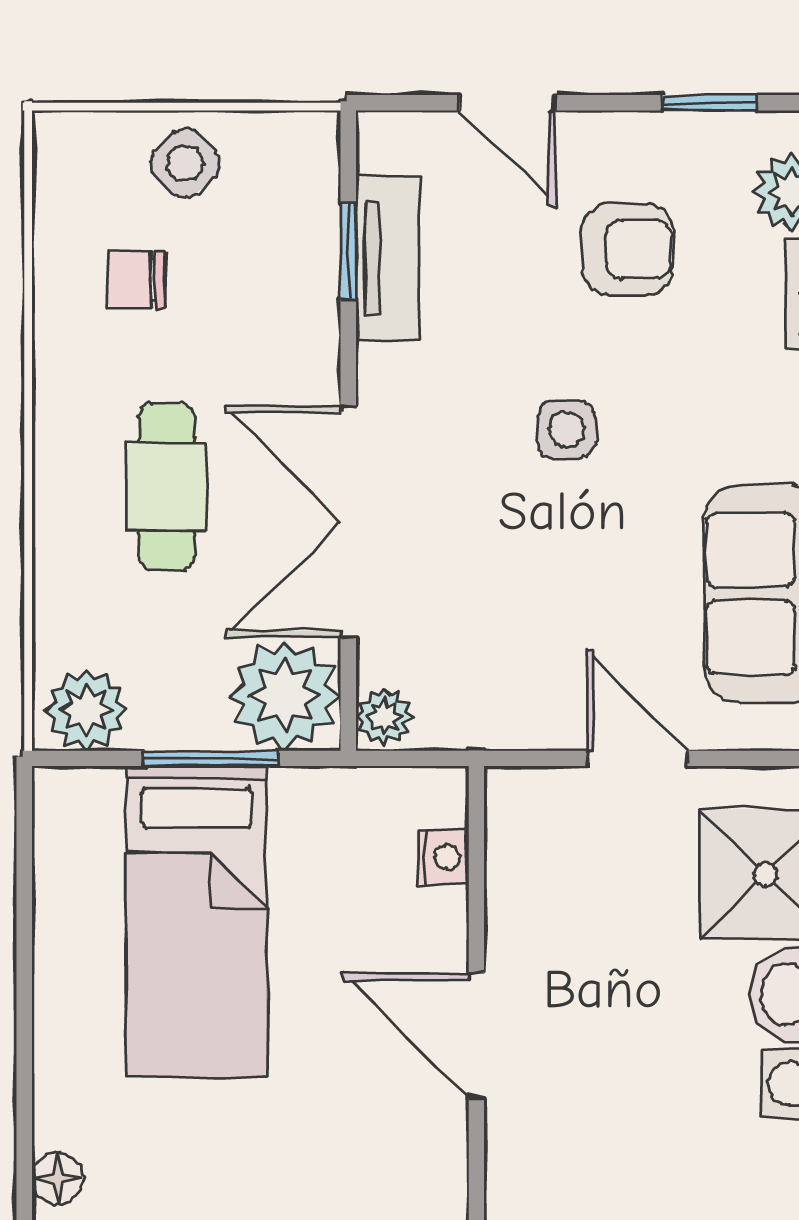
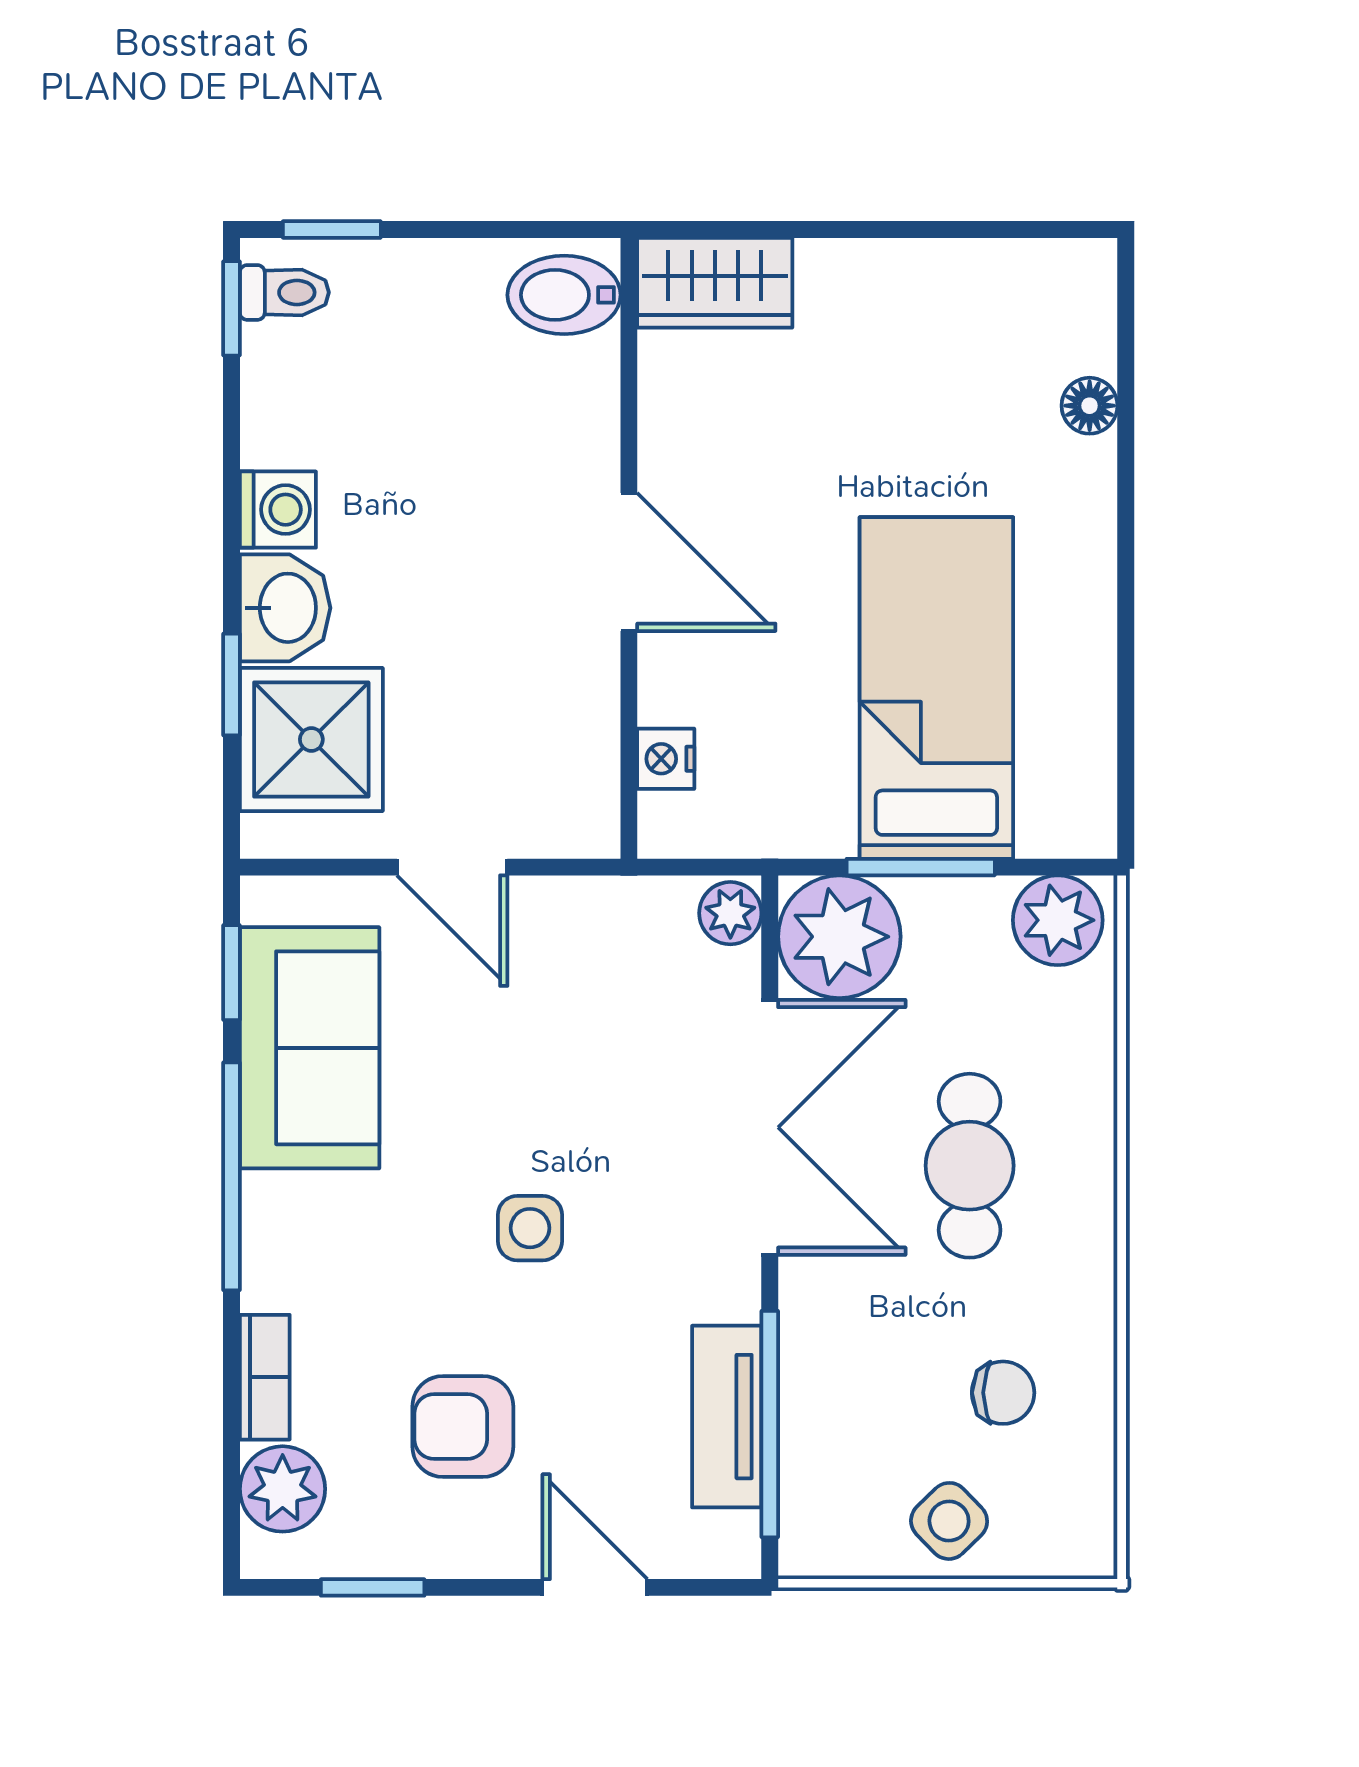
window: (348, 251) -> (770, 1424), width x2.17

